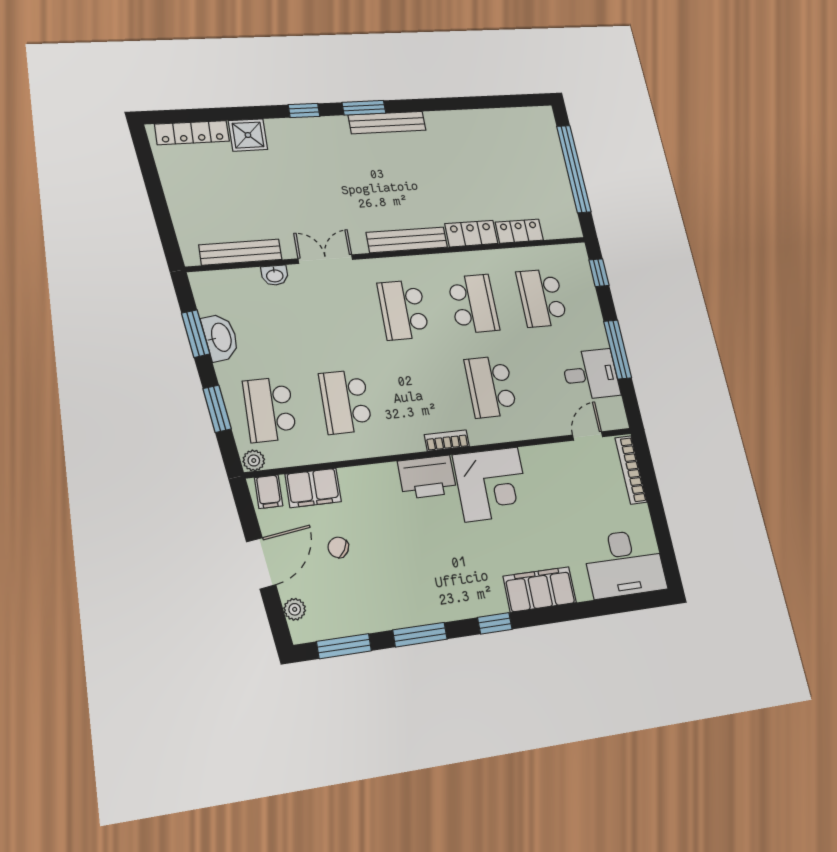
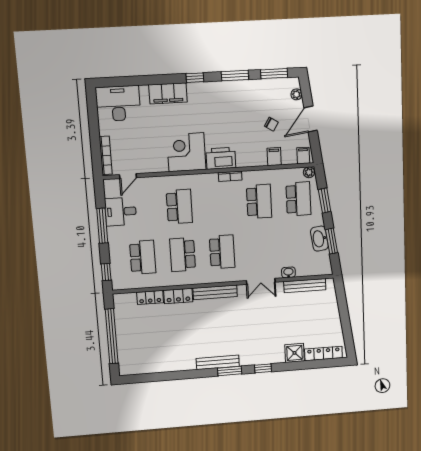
bookcase: (447, 441) -> (230, 176), moved
filing cabinet: (313, 488) -> (274, 157), width x0.50

